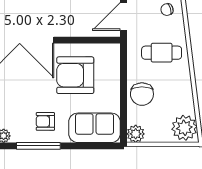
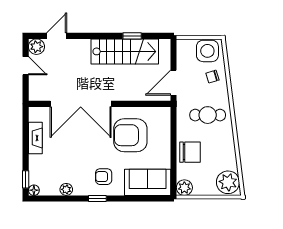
chair: (142, 94) -> (190, 152), turned -90
window: (38, 146) -> (97, 198), width x0.46

